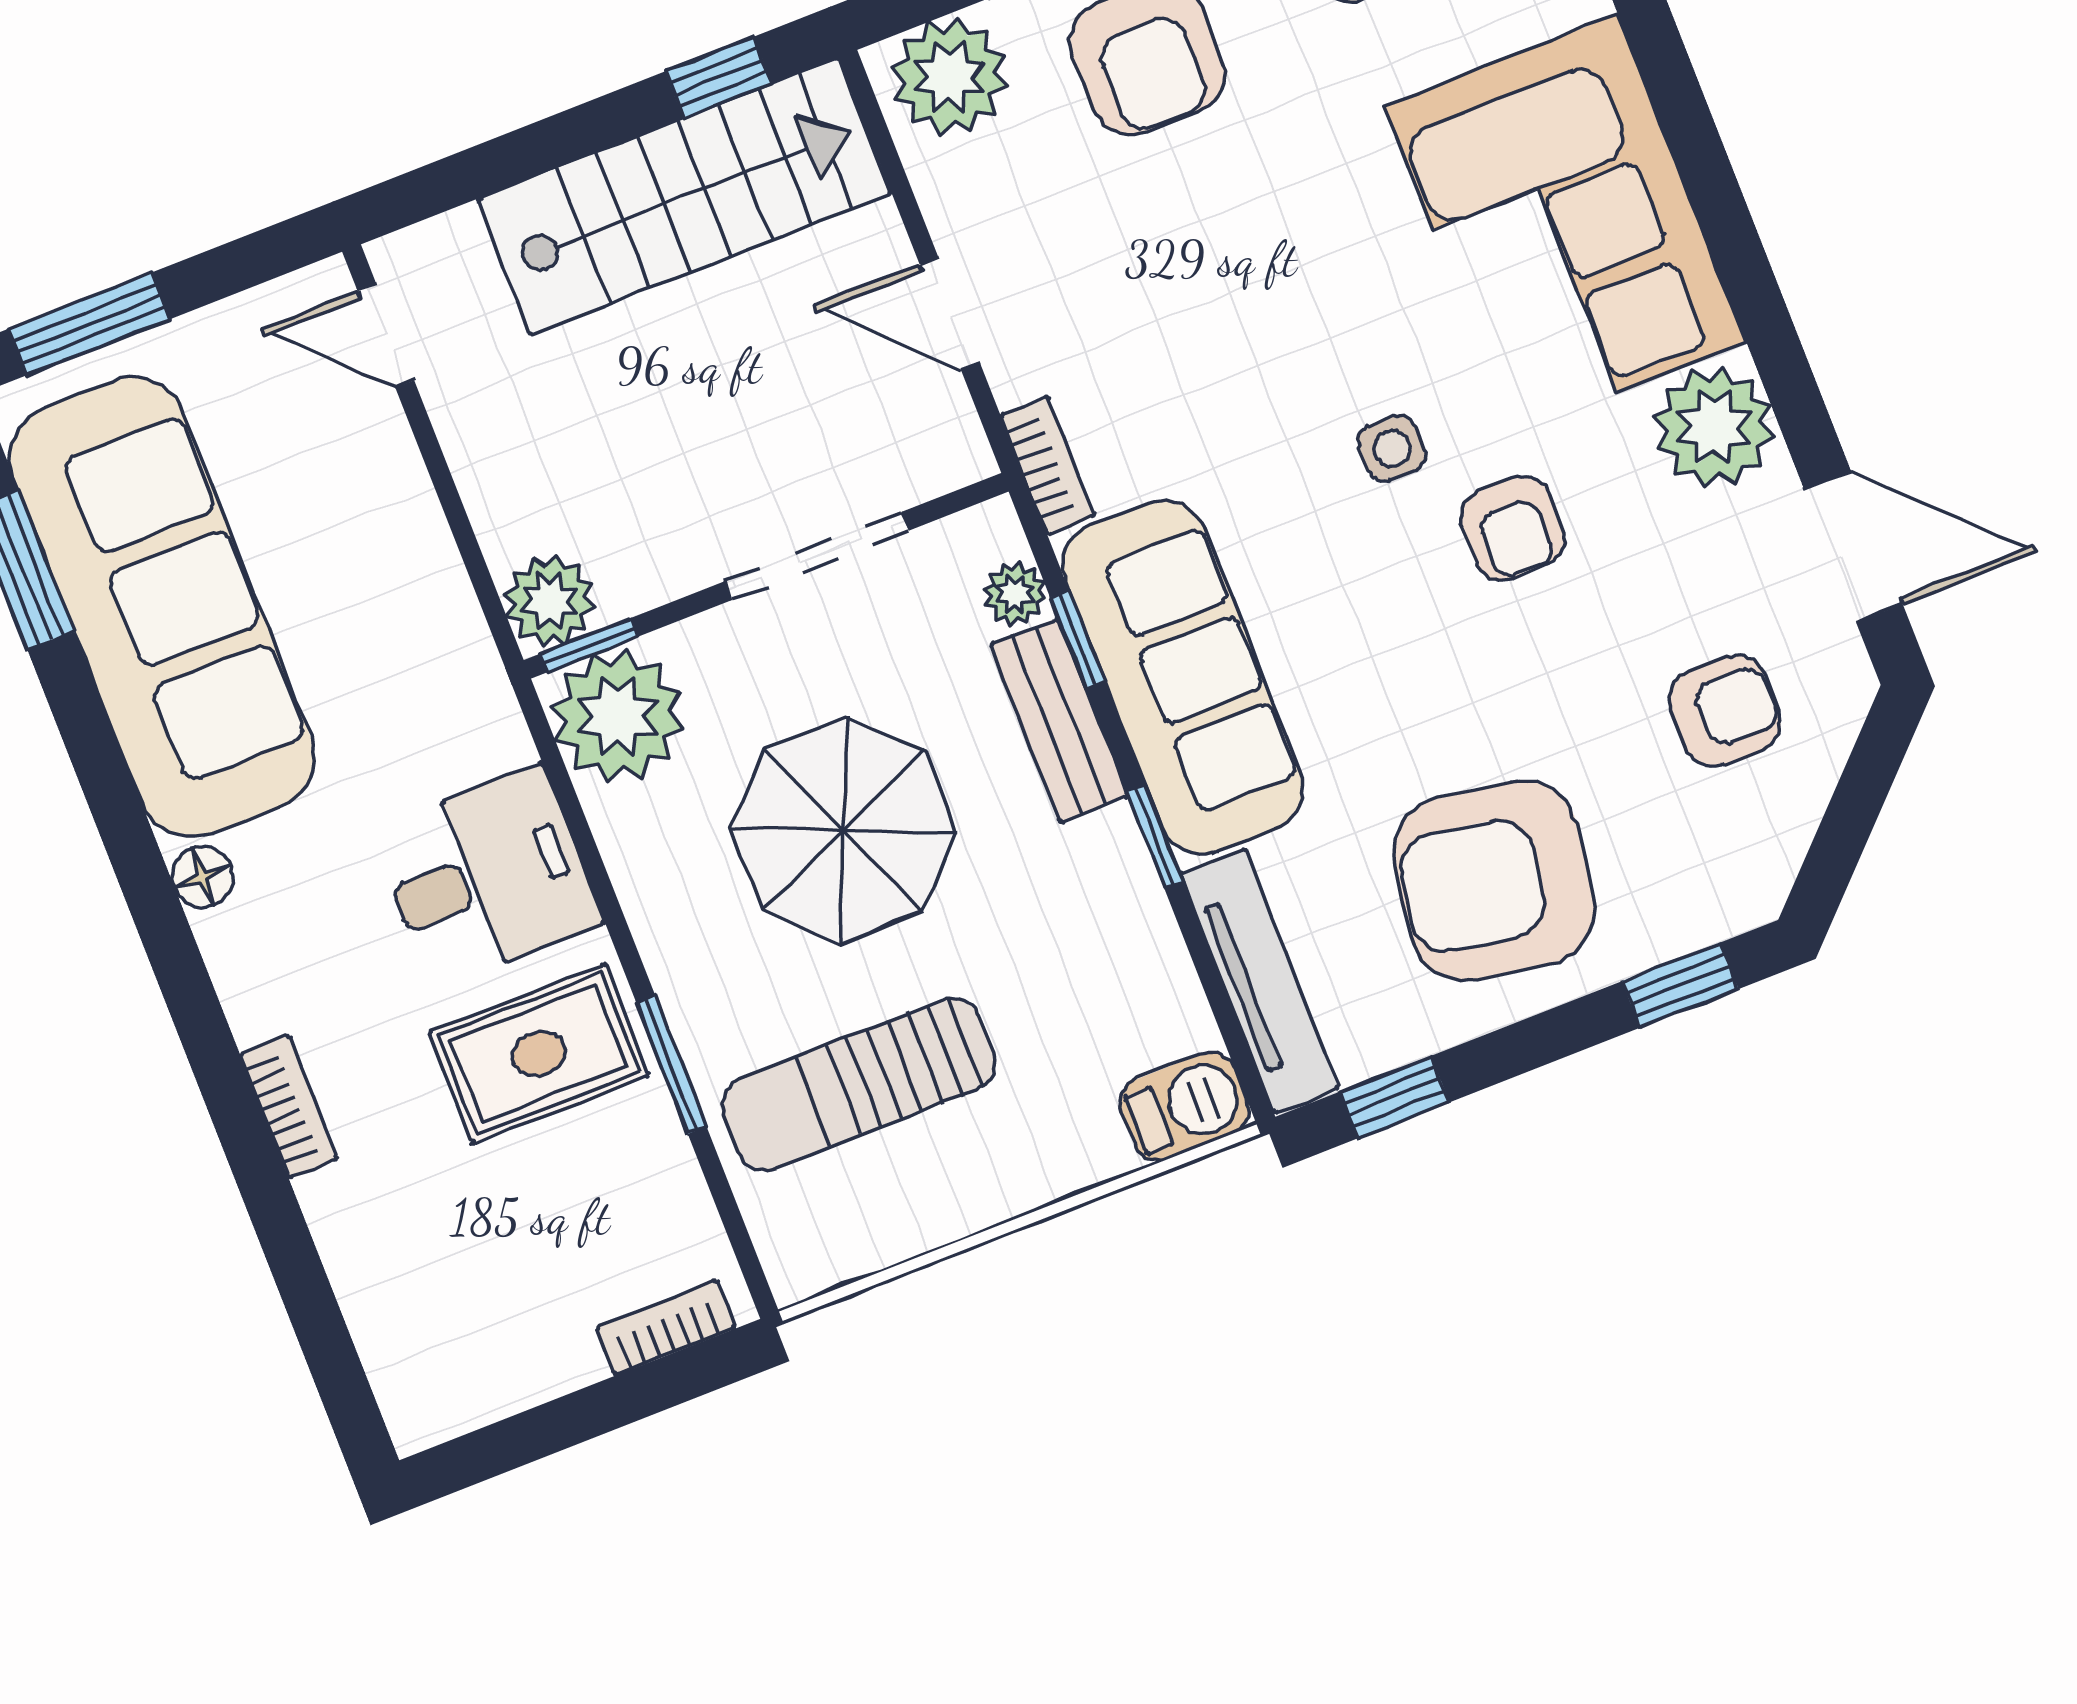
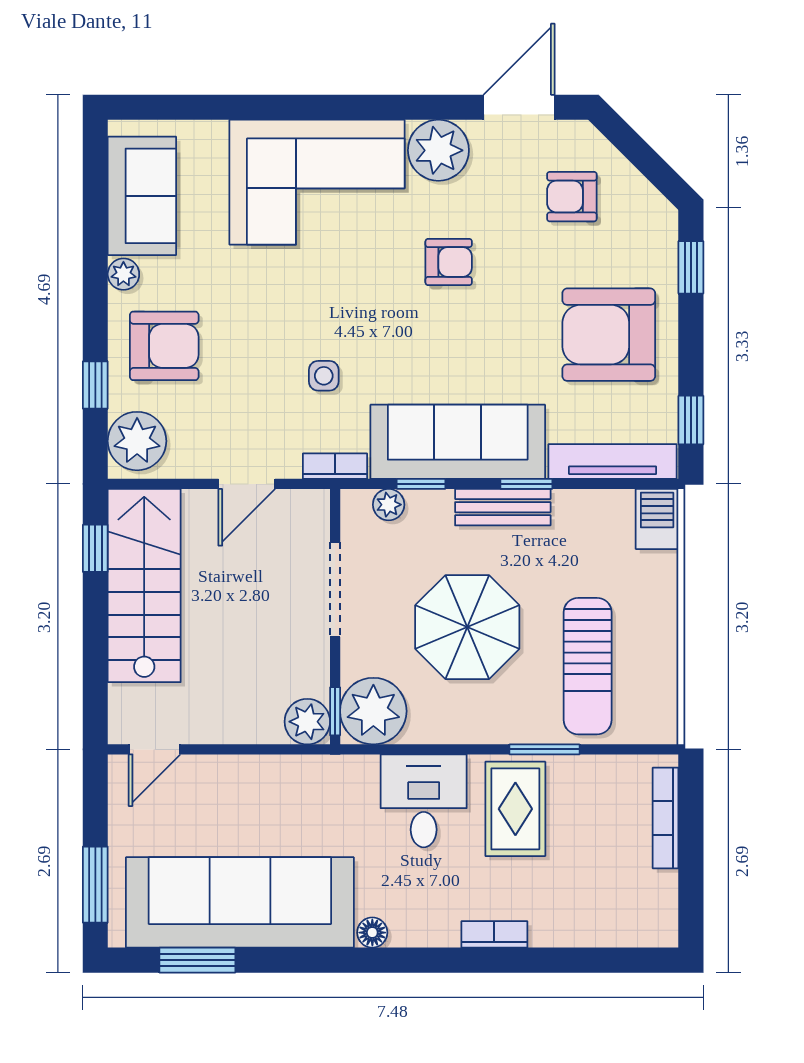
side table: (1392, 448) -> (324, 376), moved
armchair: (1725, 711) -> (572, 197), turned -90
bench: (1059, 721) -> (503, 507), moved
armchair: (1494, 881) -> (609, 335), turned 81
bookcase: (666, 1328) -> (666, 818), width x1.56

